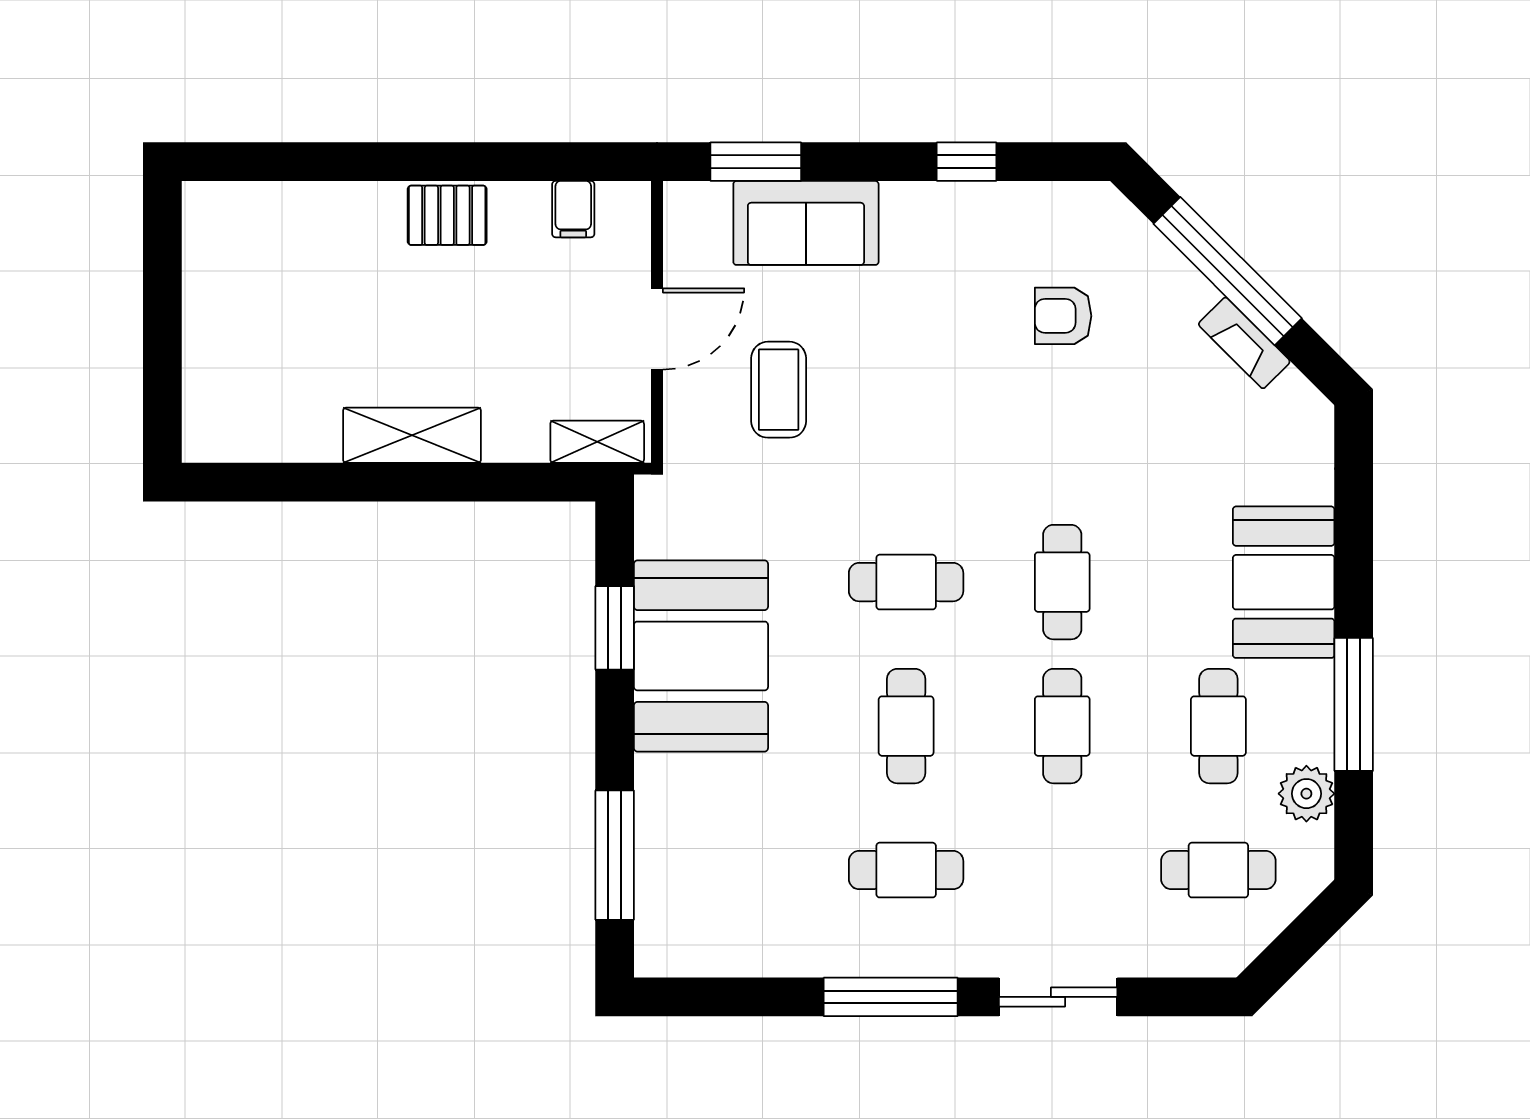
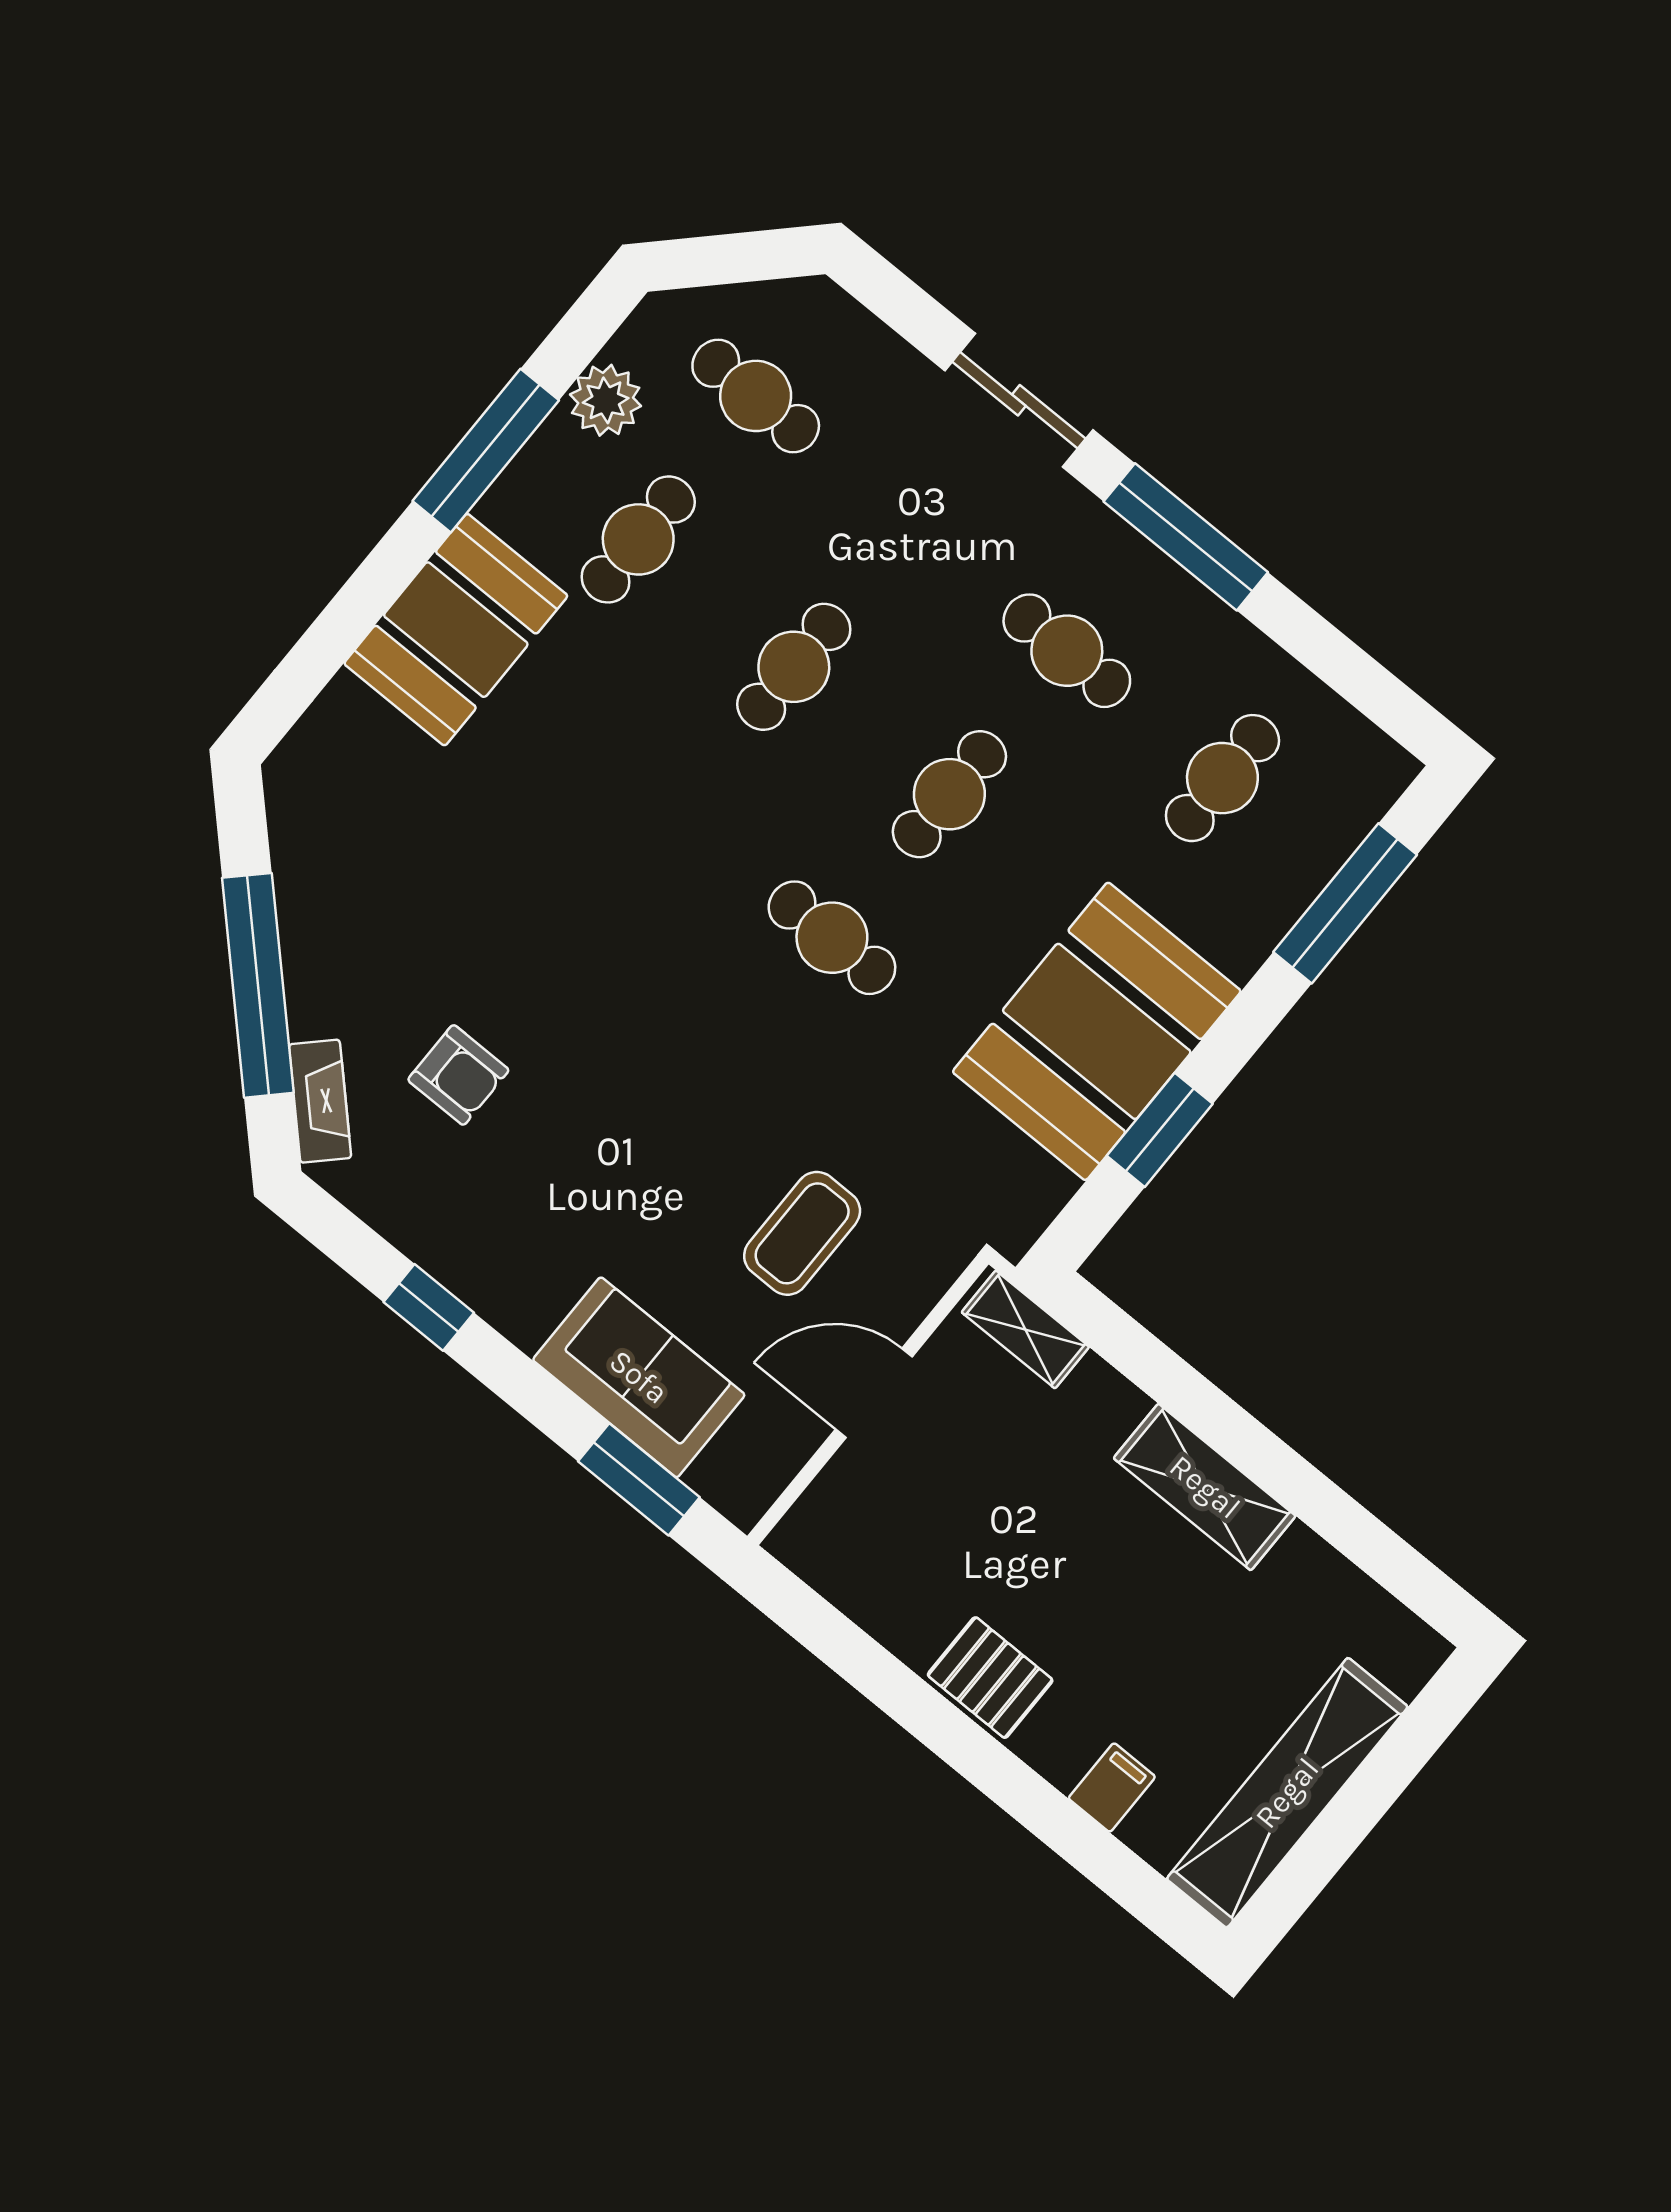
filing cabinet: (573, 209) -> (1112, 1787), moved
shelving: (212, 292) -> (1287, 1793), added
fireplace: (1244, 343) -> (320, 1101), moved
cafe table: (1062, 582) -> (1222, 778), moved

